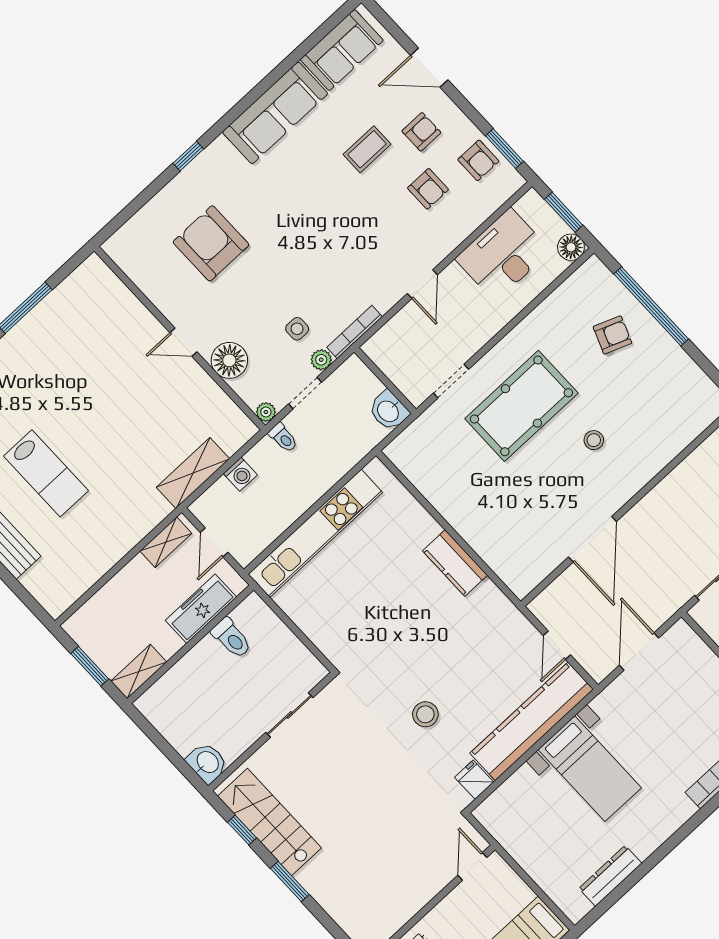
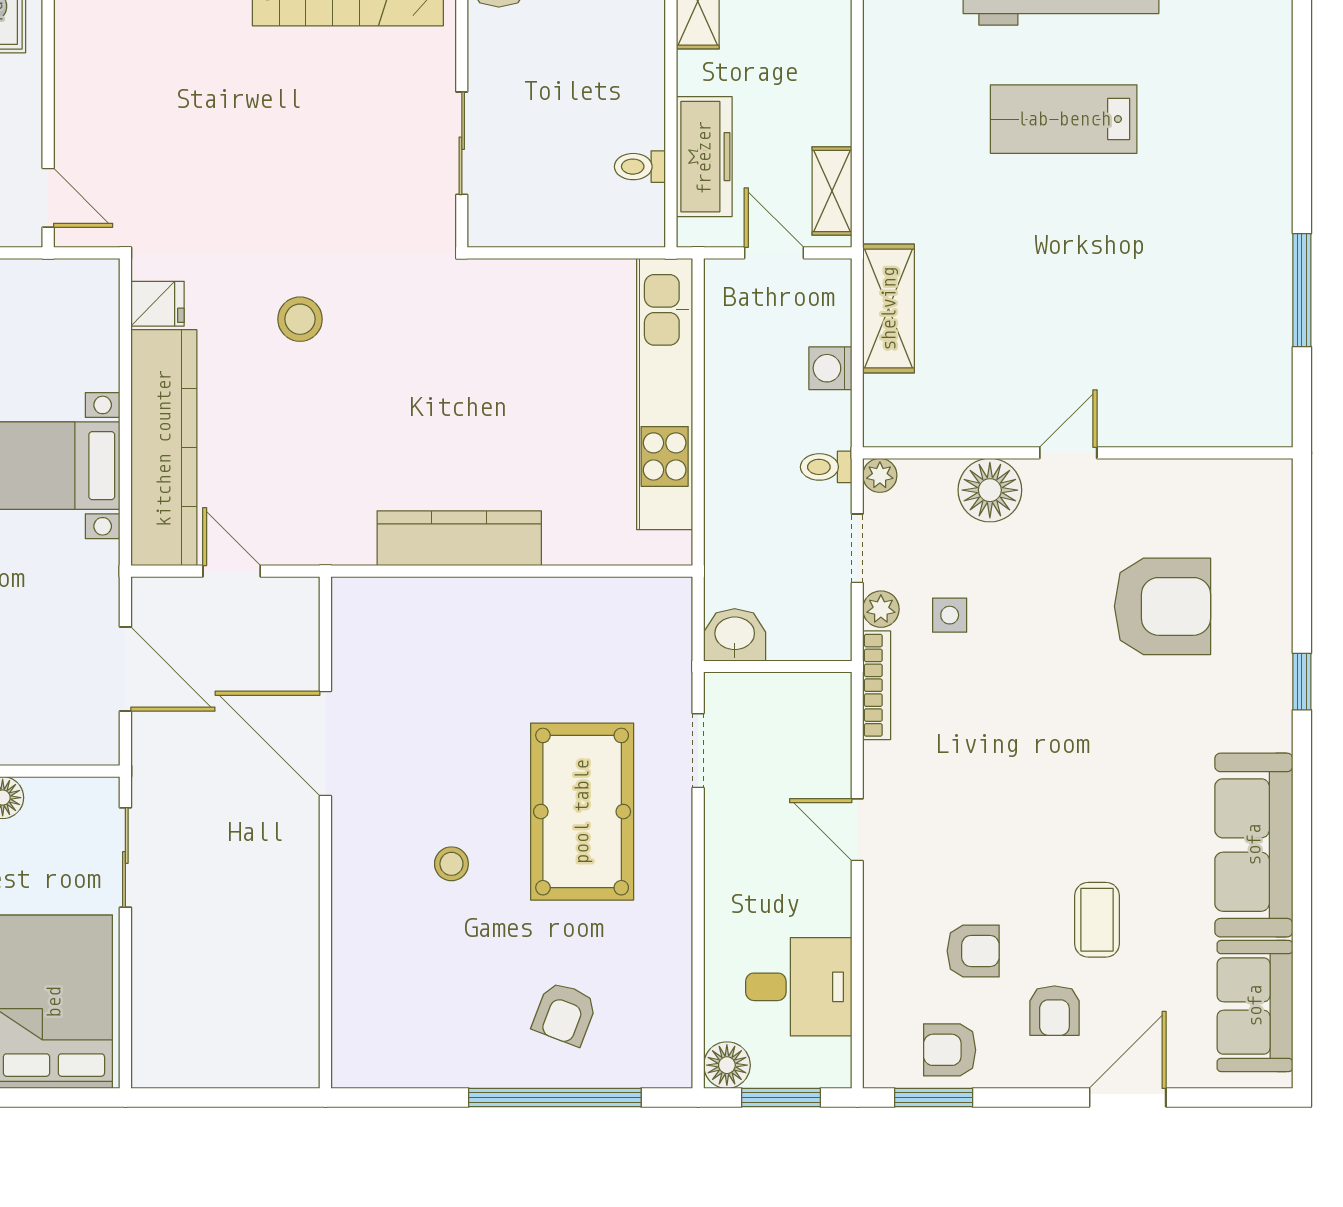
armchair: (428, 189) -> (973, 951), turned 180
desk: (503, 255) -> (799, 987), width x0.73
kitchen counter: (455, 563) -> (459, 538), width x1.50
toilet: (231, 638) -> (640, 167), width x0.73, depth x0.72

